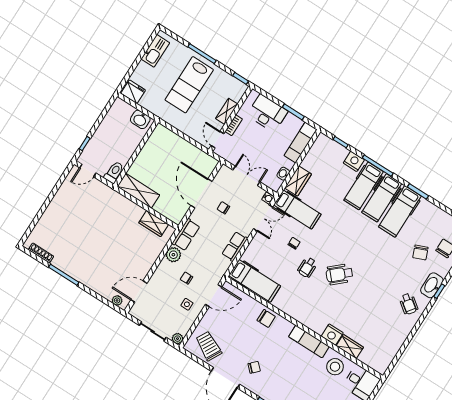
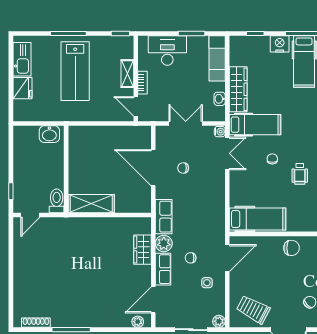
fridge: (133, 92) -> (22, 88), moved, turned 90
wardrobe: (298, 181) -> (238, 89), width x1.50
wardrobe: (154, 224) -> (142, 250), moved, turned 90
row of seats: (235, 246) -> (163, 269), moved, turned 180

